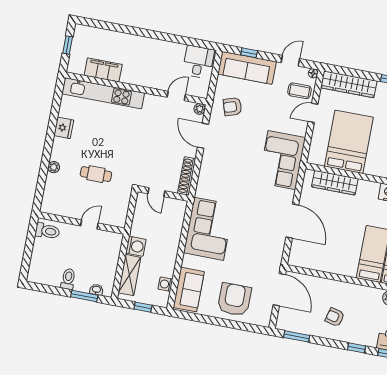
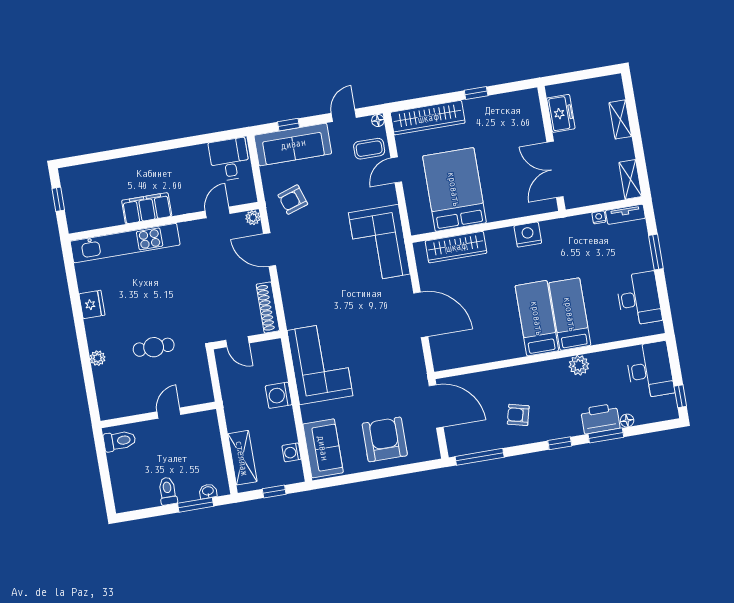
filing cabinet: (103, 70) -> (147, 208), moved
washing machine: (136, 246) -> (279, 395), moved, turned 180
window: (297, 336) -> (480, 457), width x1.44

